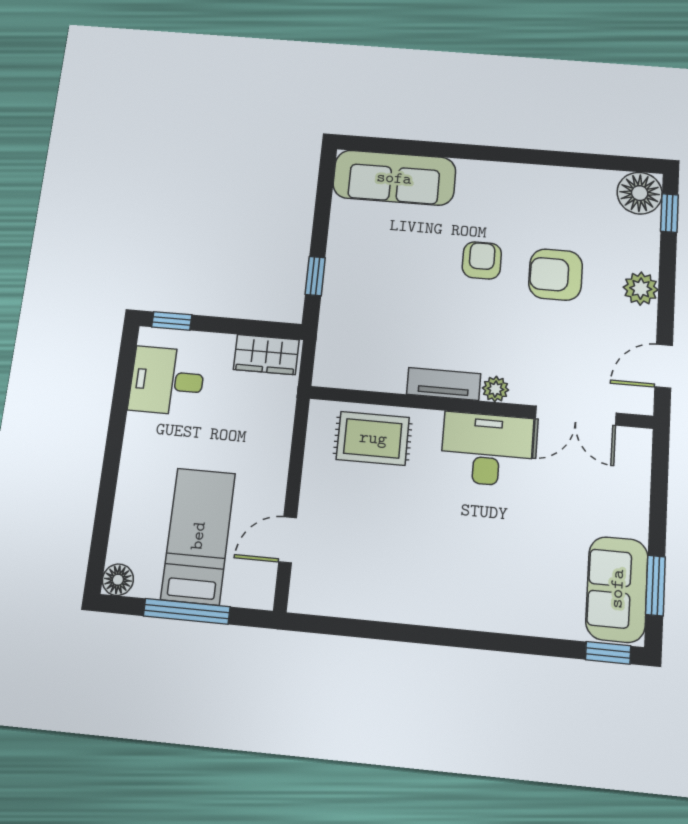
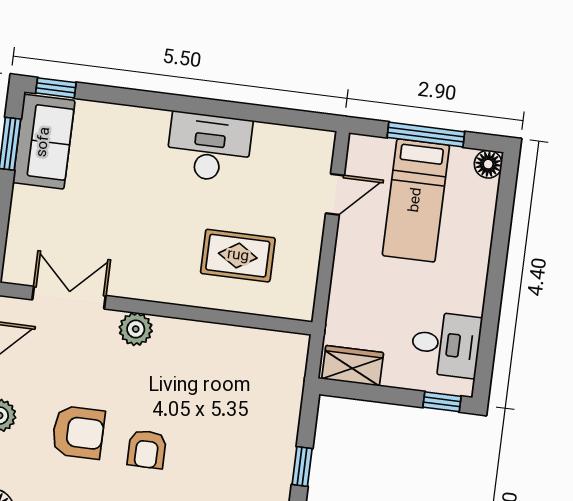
window: (315, 276) -> (302, 466), moved
tv unit: (444, 384) -> (188, 332), removed
plant: (495, 389) -> (136, 329), width x1.38, depth x1.38
rug: (373, 438) -> (238, 256), moved
desk: (487, 449) -> (209, 147), moved, turned 180

